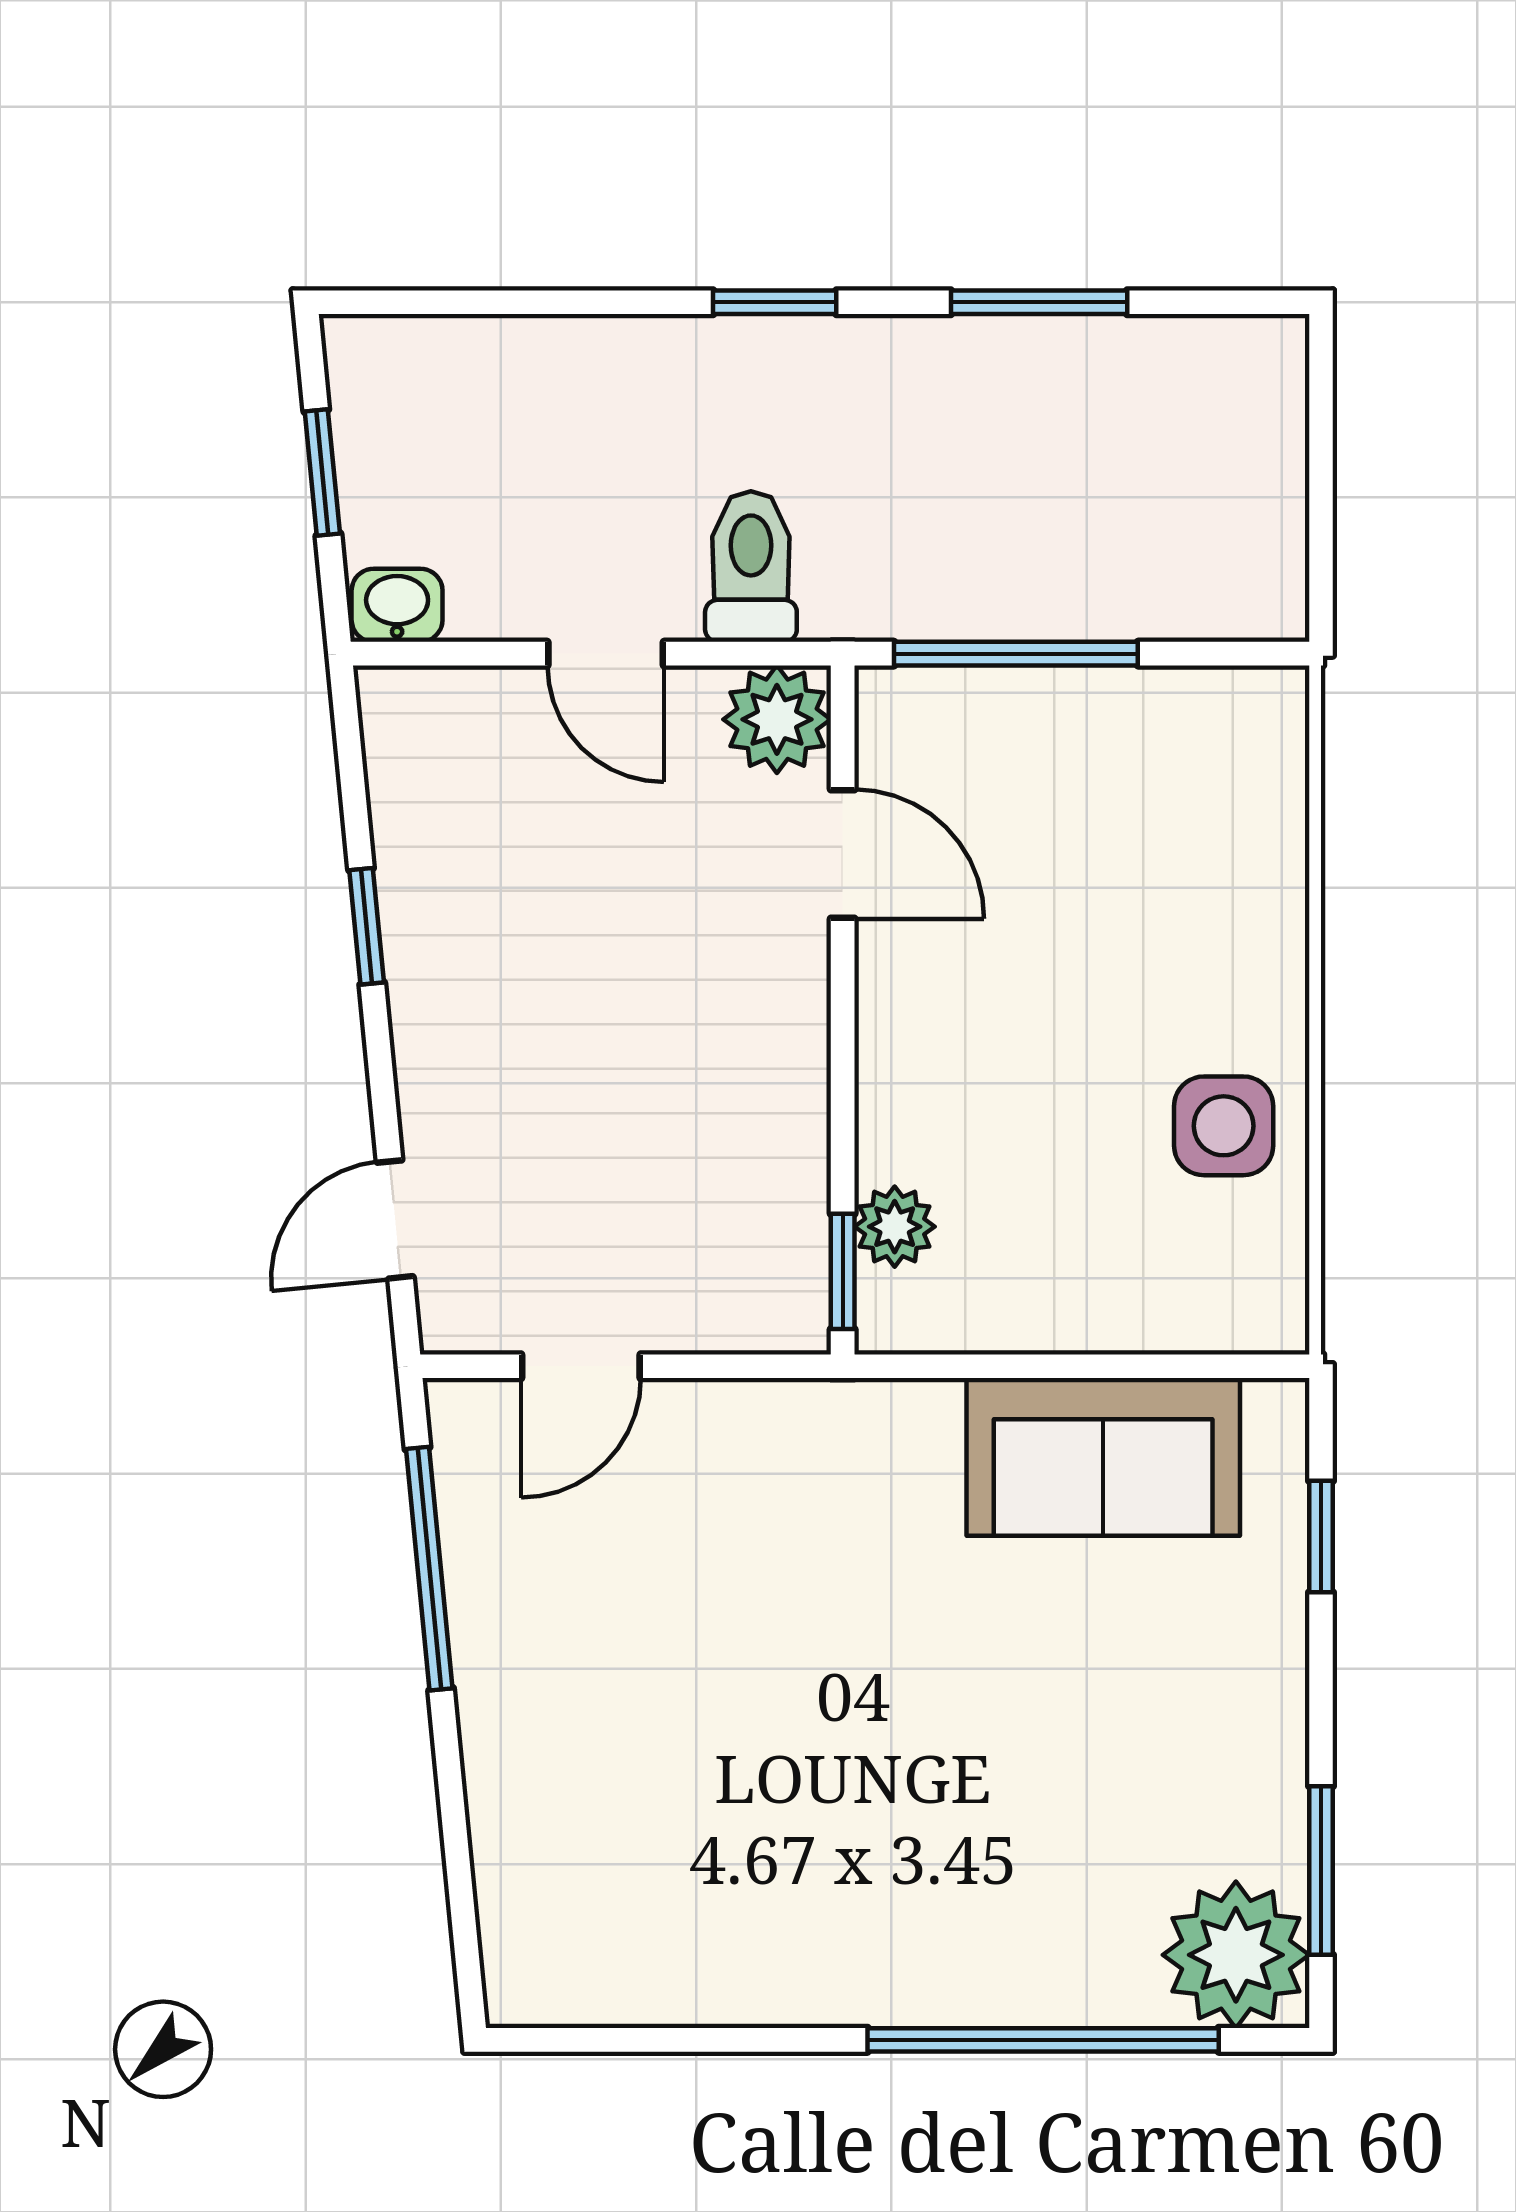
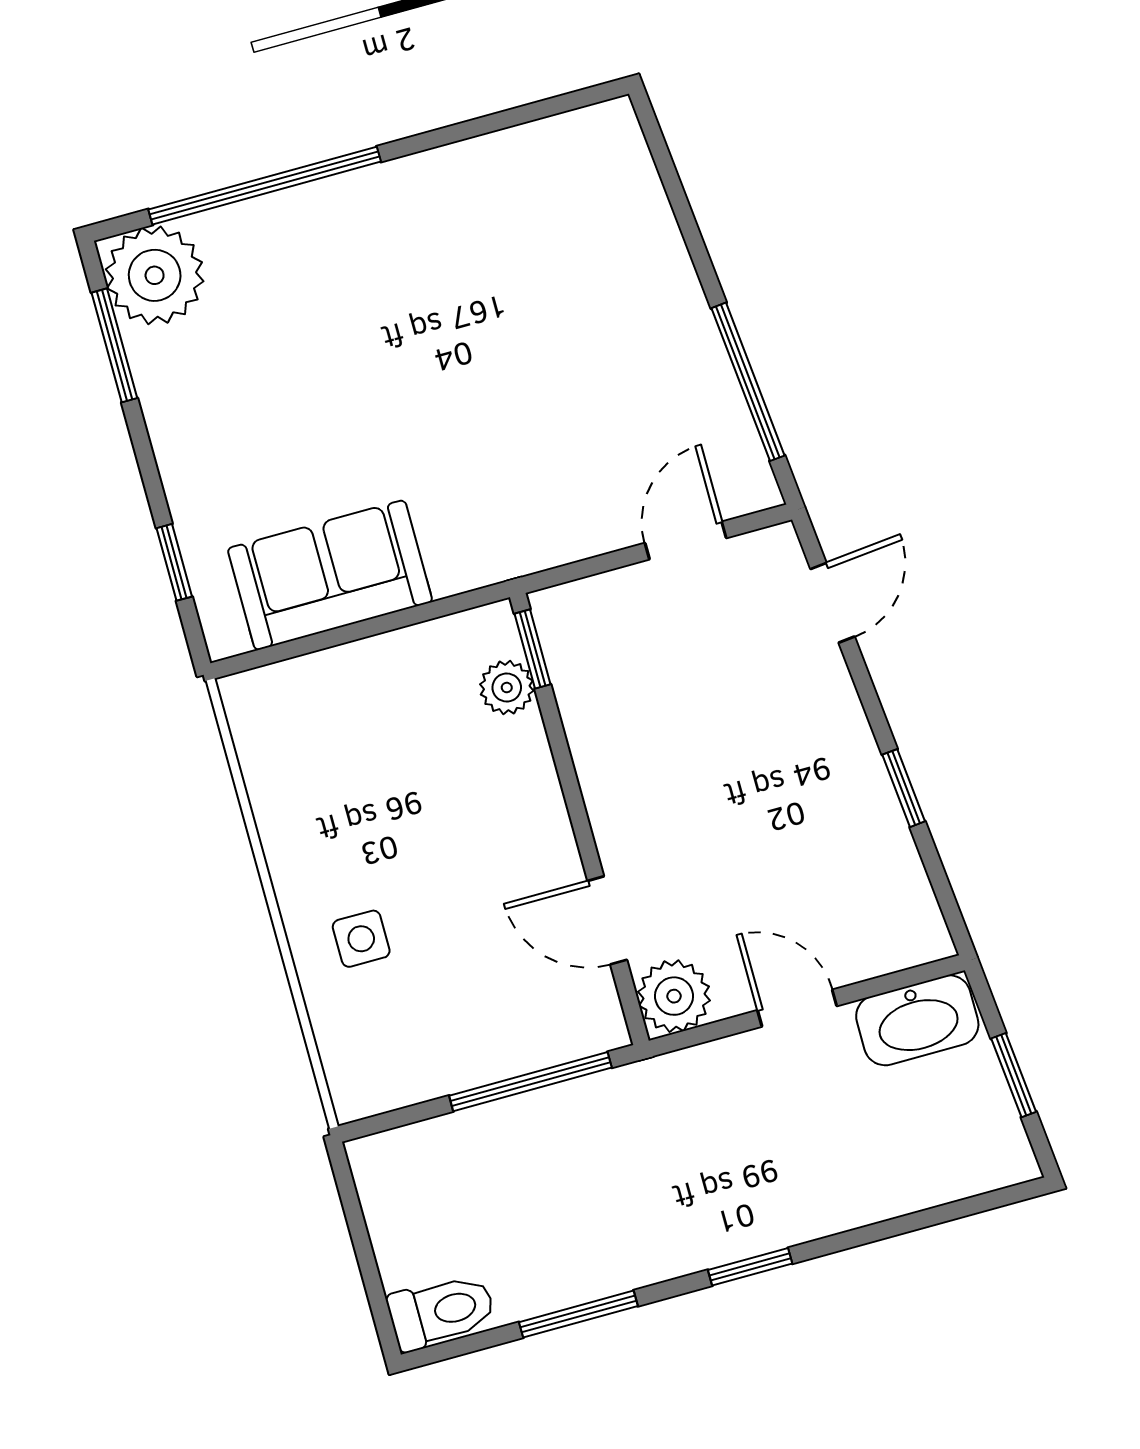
toilet: (751, 567) -> (441, 1312), moved, turned -90
washbasin: (397, 605) -> (917, 1020), width x1.91, depth x1.45
side table: (1224, 1126) -> (361, 939), moved, width x0.73, depth x0.73

